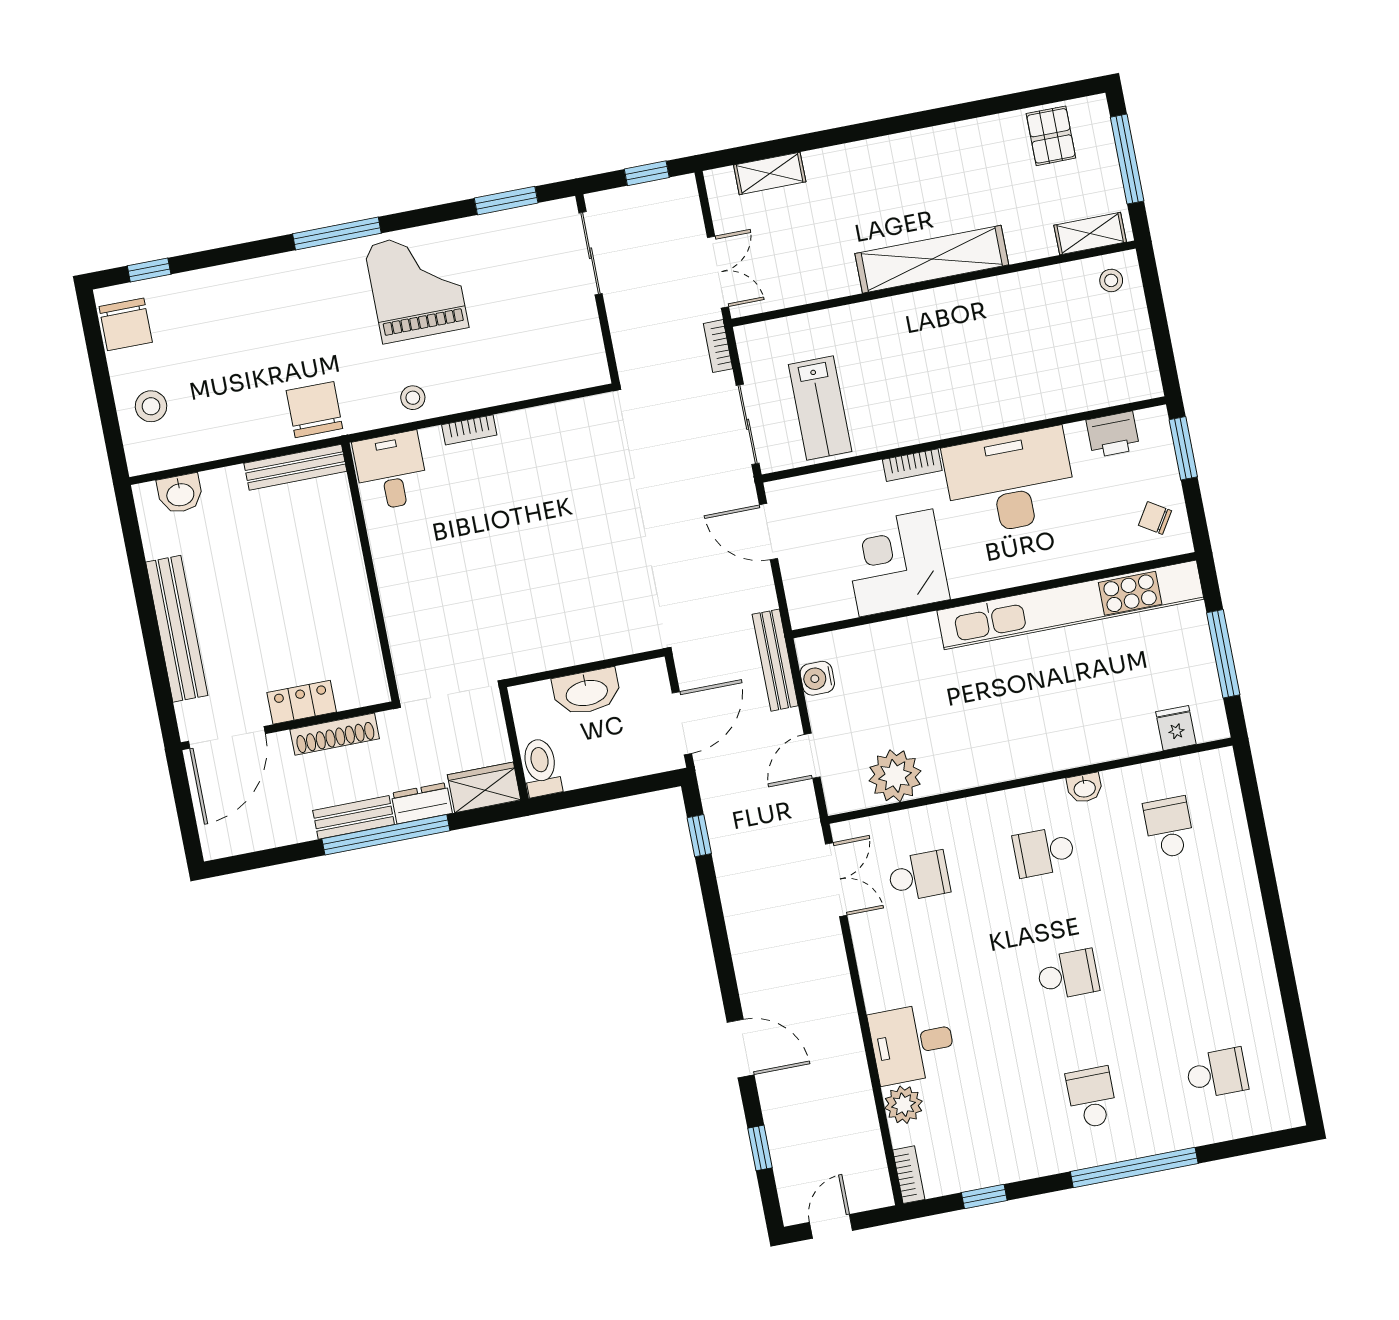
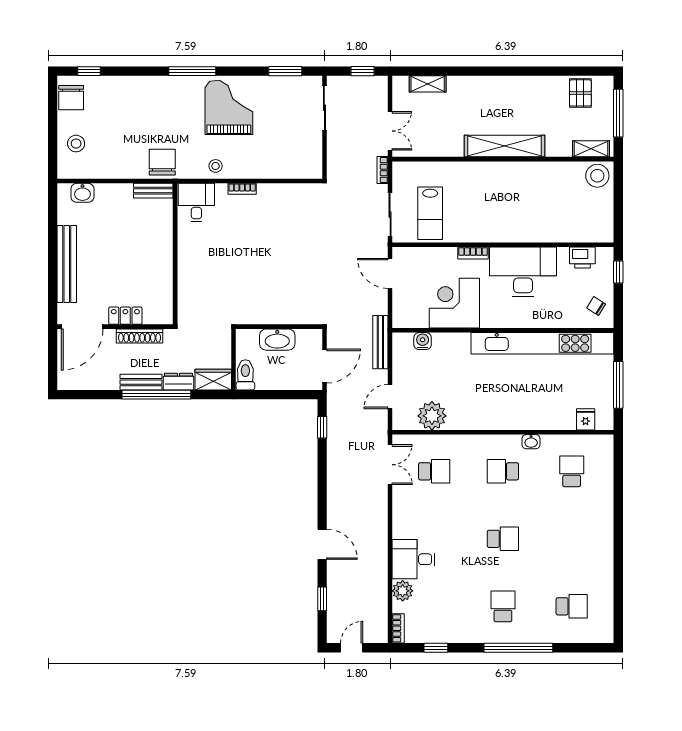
stool: (1111, 280) -> (597, 176), width x1.89, depth x1.89
window: (1183, 448) -> (618, 272), width x0.67
bench: (295, 467) -> (153, 191), width x0.73
water cooler: (817, 678) -> (423, 341), moved, turned 90

